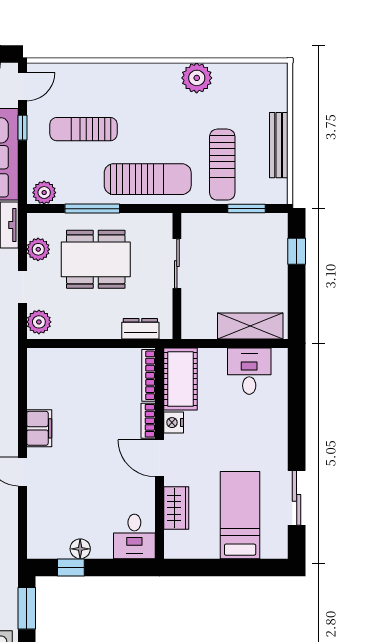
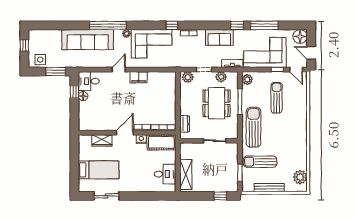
plant: (197, 78) -> (300, 177), moved
sun lounger: (148, 179) -> (253, 127), turned 180
desk: (134, 536) -> (89, 81), moved

